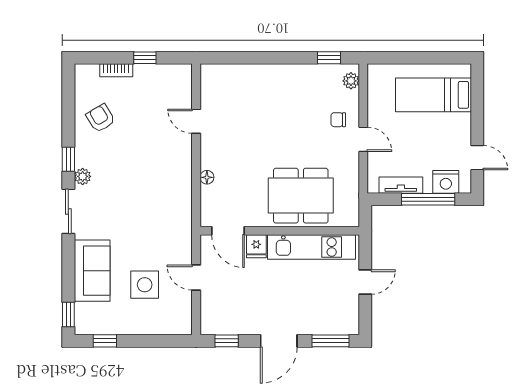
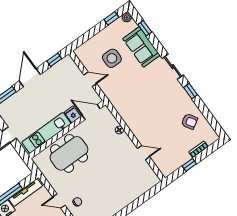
plant: (83, 176) -> (127, 17), moved
tv unit: (401, 185) -> (26, 192), width x1.41
window: (68, 314) -> (145, 28), moved

